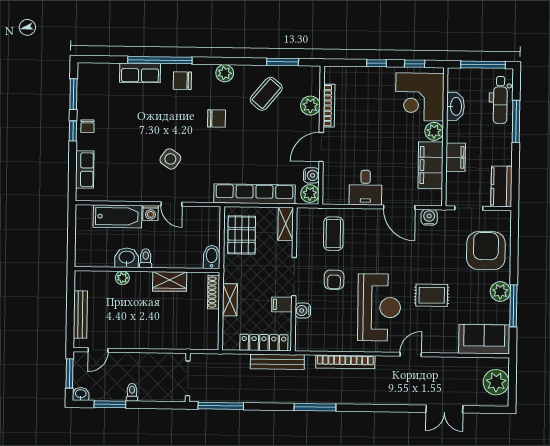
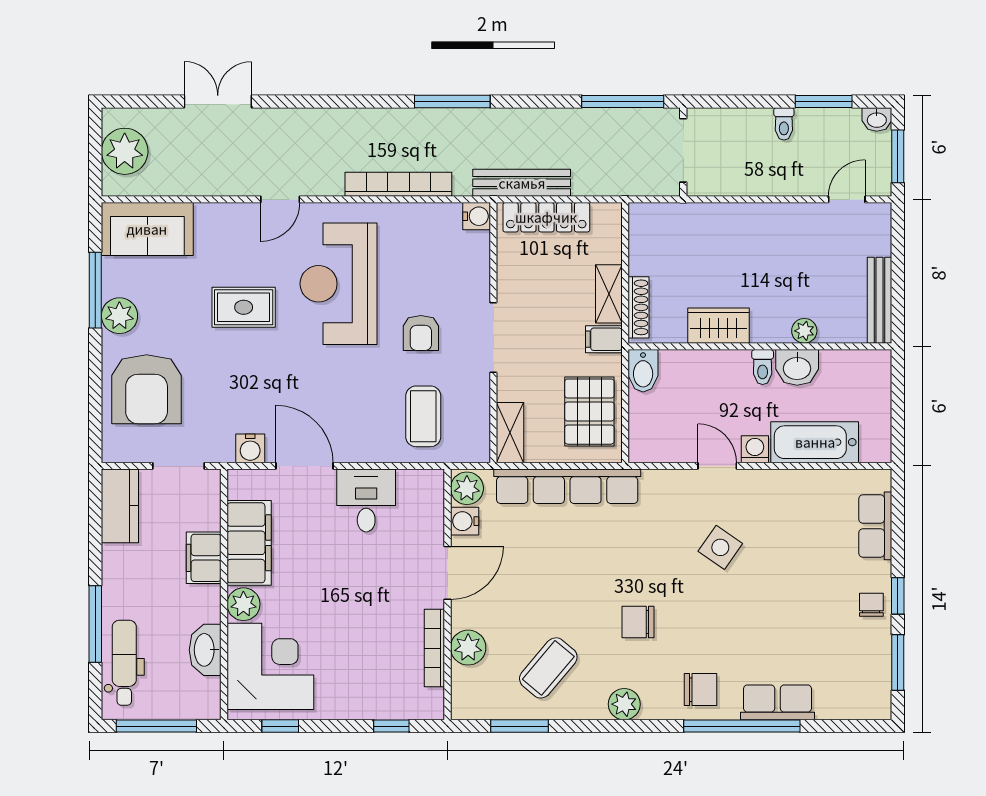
window: (376, 63) -> (391, 726), moved
armchair: (334, 280) -> (421, 333), turned 180
filing cabinet: (282, 305) -> (604, 339), moved, turned 180
water cooler: (303, 311) -> (477, 216), moved
bench: (80, 315) -> (879, 300), moved

